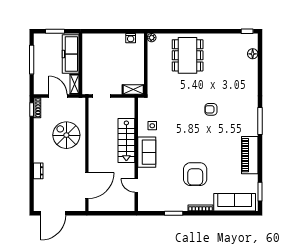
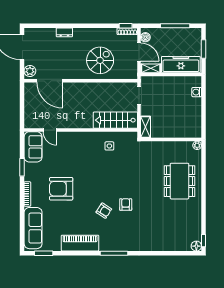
washing machine: (131, 38) -> (197, 92), moved
floor lamp: (253, 54) -> (196, 246), moved
dining table: (188, 55) -> (180, 181), turned 90
boiler: (43, 90) -> (145, 37), added
door: (58, 96) -> (139, 52), hinge flipped
armchair: (217, 131) -> (104, 211), added
stairs: (126, 141) -> (115, 120), moved
sofa: (147, 152) -> (33, 147), moved, turned -90
door: (136, 185) -> (50, 130), swing flipped
plant: (77, 205) -> (30, 71), added

